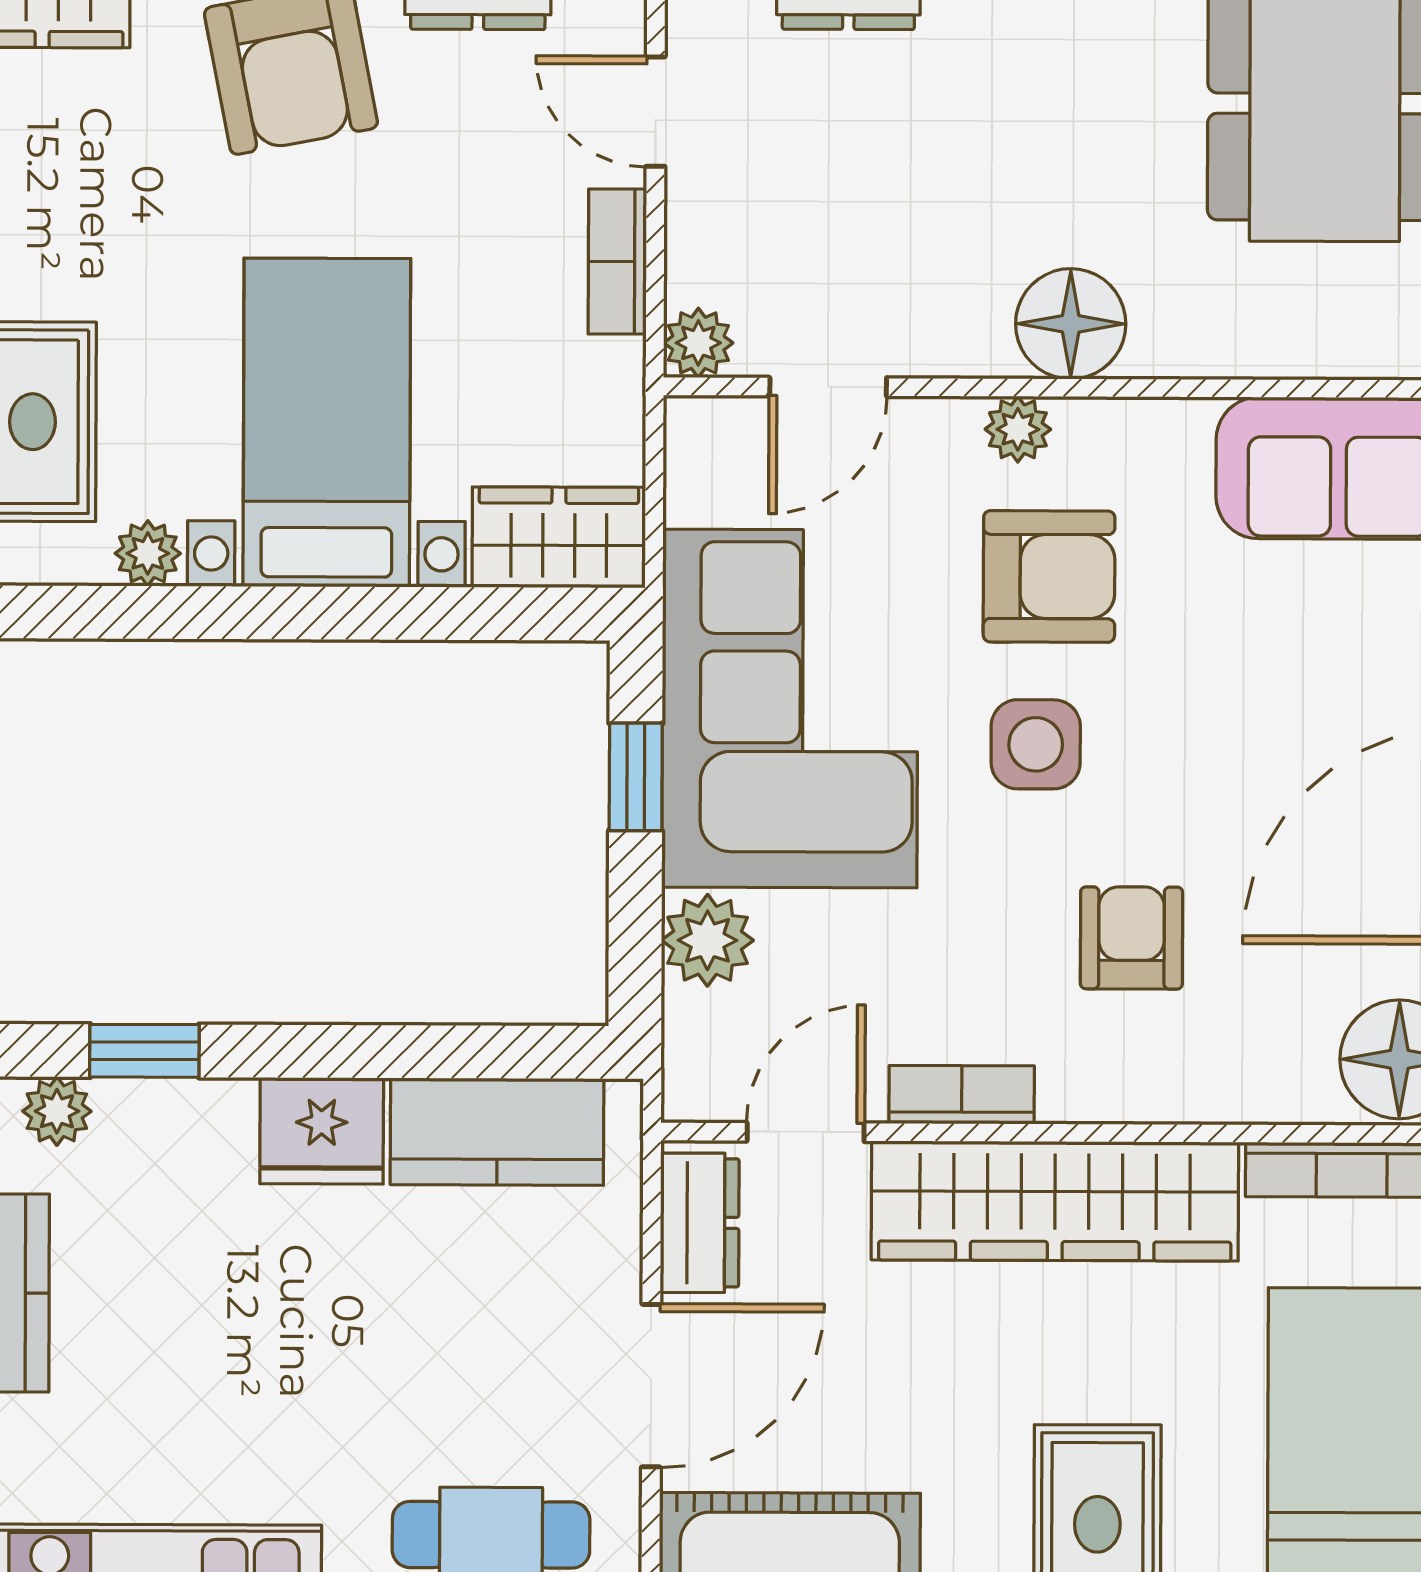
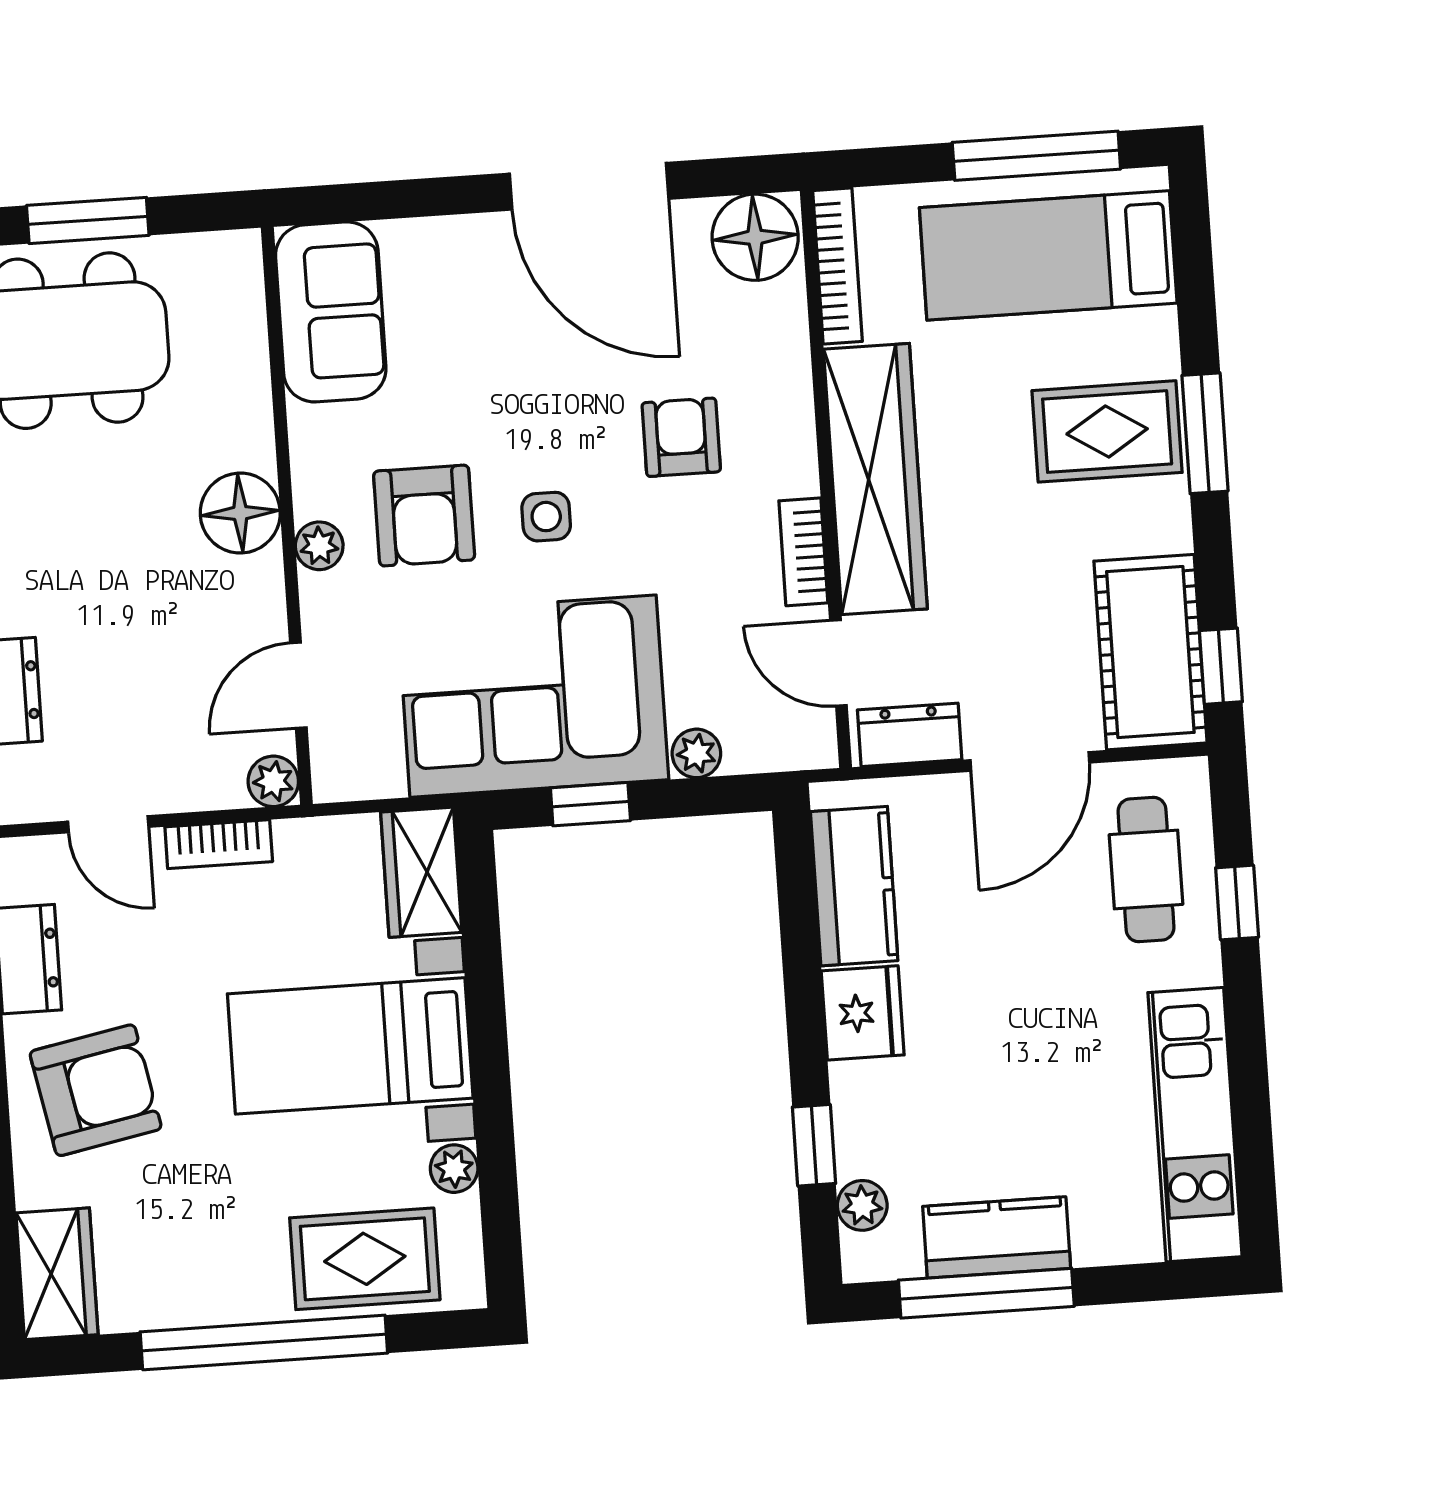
door: (656, 112) -> (108, 824), hinge flipped
door: (828, 387) -> (298, 685), swing flipped
armchair: (1049, 577) -> (424, 516), turned 180
side table: (1036, 744) -> (546, 517), width x0.73, depth x0.73
armchair: (1131, 938) -> (681, 437), turned 90
plant: (708, 940) -> (696, 753), width x0.73, depth x0.73
door: (651, 1386) -> (1030, 761), swing flipped

